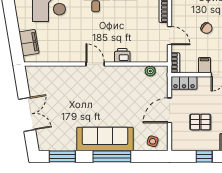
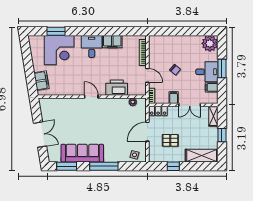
printer: (122, 55) -> (117, 88), width x1.87, depth x1.48
sofa: (105, 139) -> (82, 153), moved

